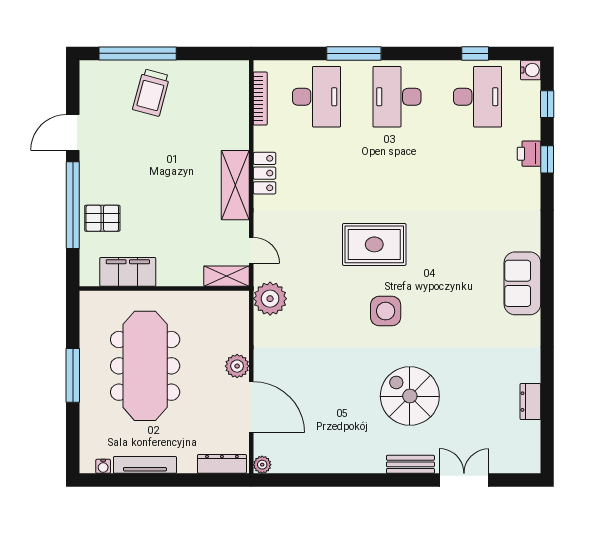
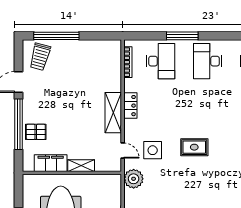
trolley: (151, 93) -> (40, 57), moved
rug: (374, 244) -> (194, 147), width x0.73, depth x0.70
shelving: (226, 276) -> (81, 166), moved
side table: (386, 311) -> (153, 150), moved

